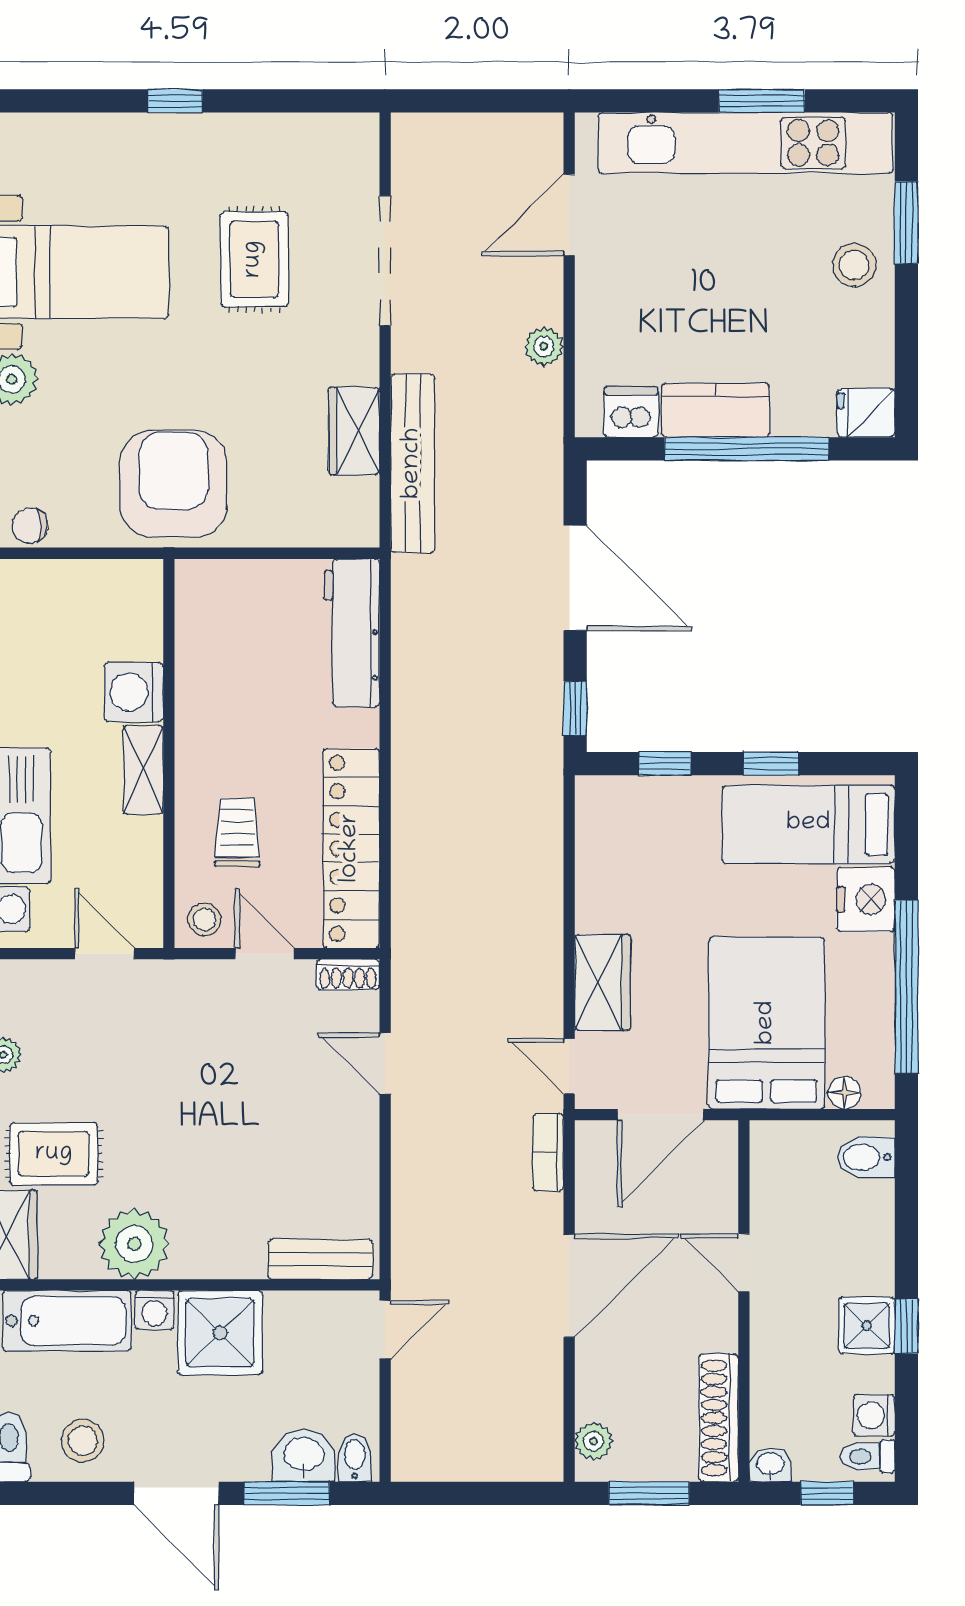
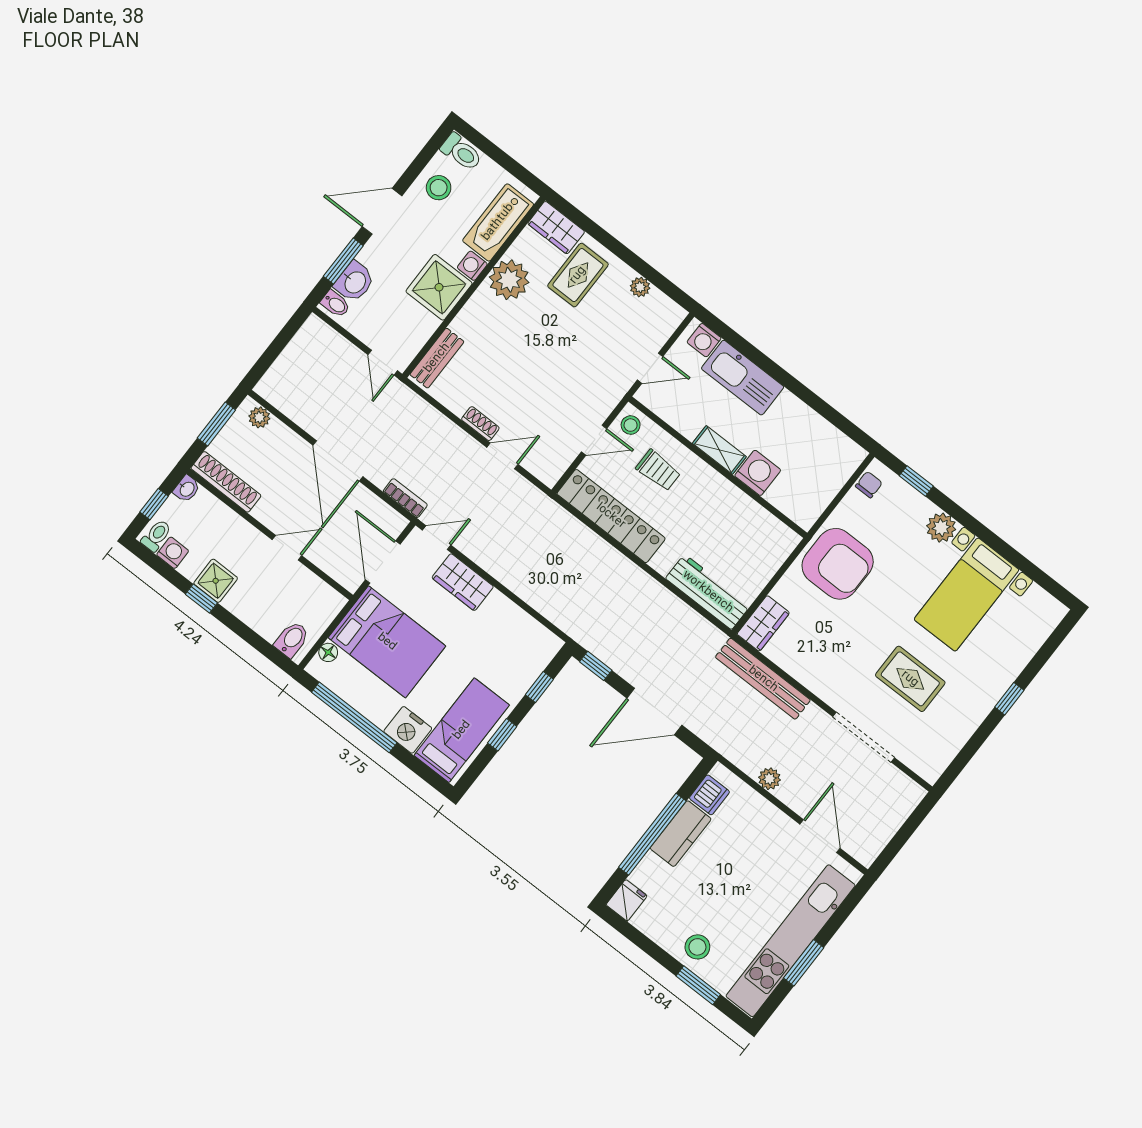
wardrobe: (354, 431) -> (763, 623), moved, turned 90
shoe rack: (348, 974) -> (480, 424), moved, turned 90

